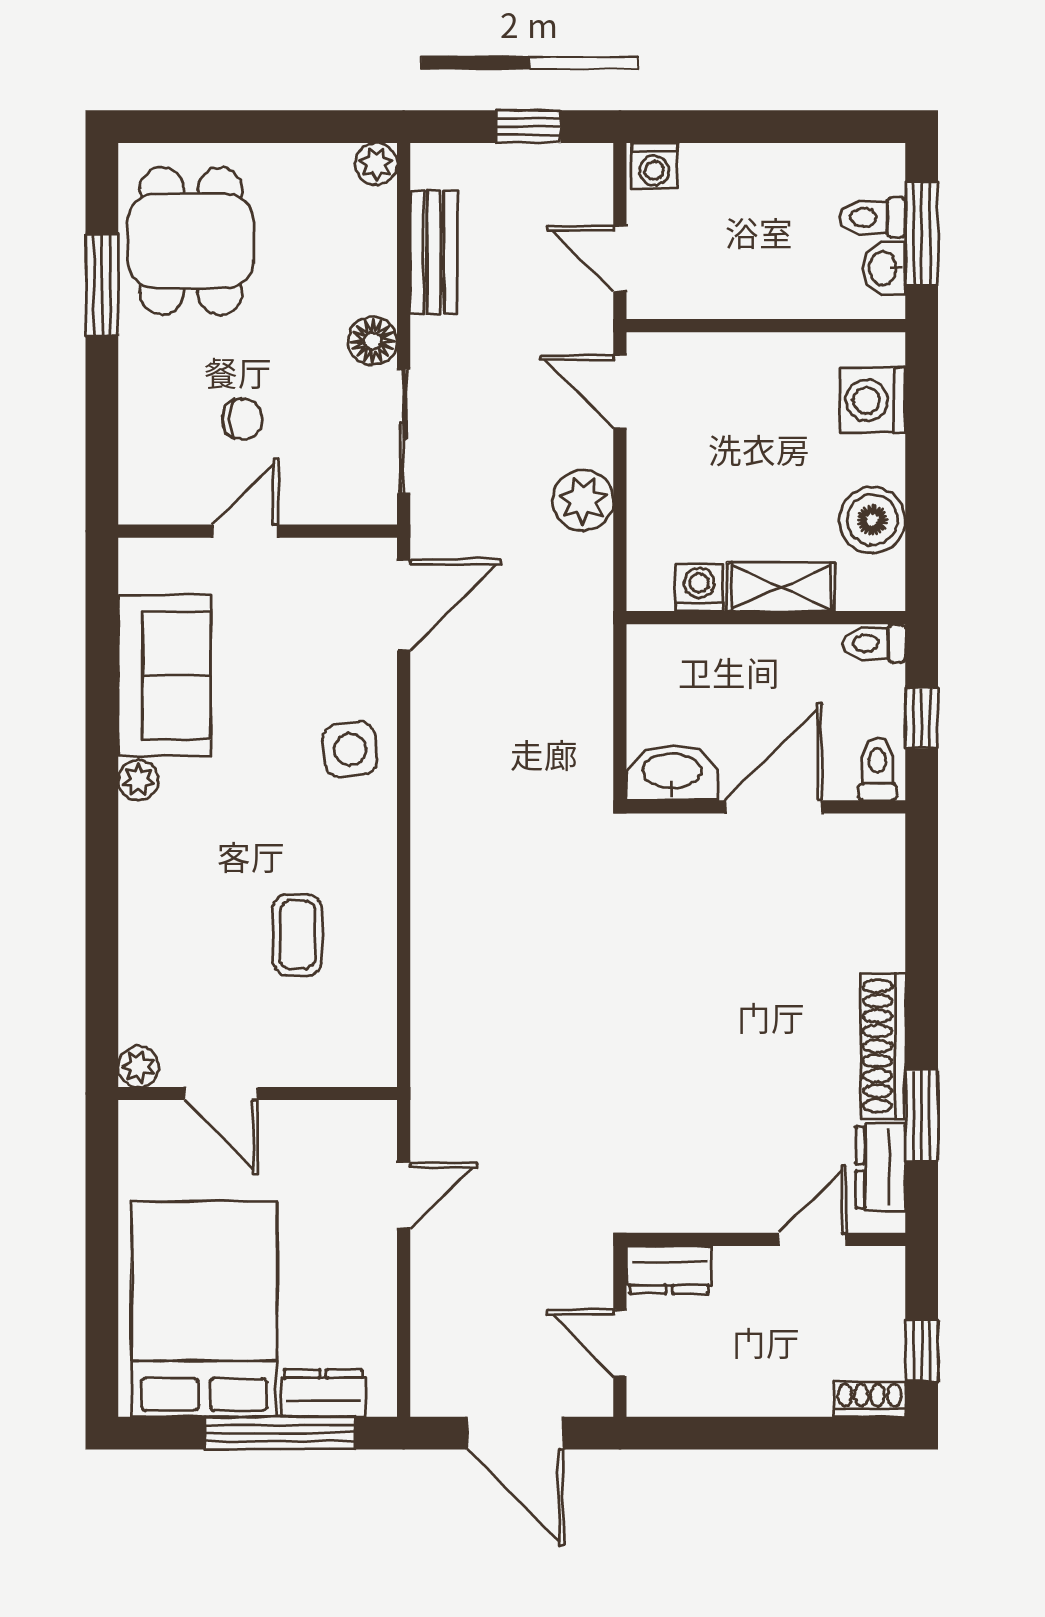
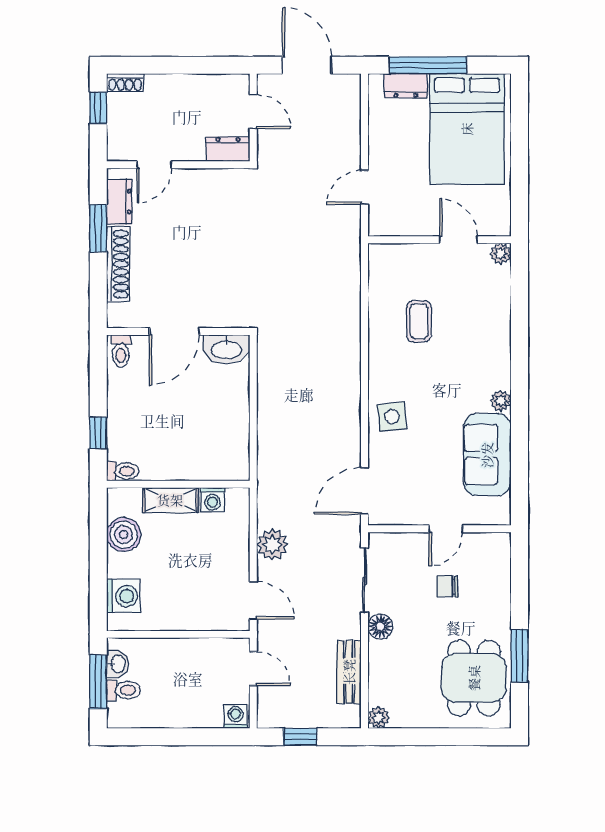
toilet: (877, 769) -> (121, 351), moved
washbasin: (672, 773) -> (226, 349), moved
wall: (766, 807) -> (178, 331), moved
door: (773, 807) -> (174, 331), moved

